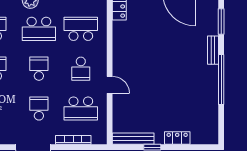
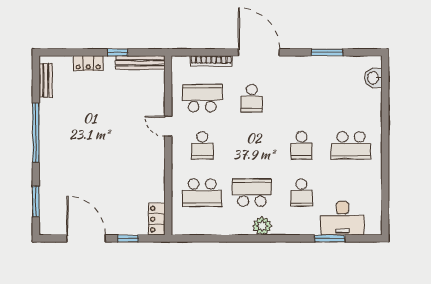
bench: (213, 50) -> (46, 80), moved
school desk: (39, 69) -> (252, 145), removed
school desk: (81, 69) -> (202, 145), turned 180

